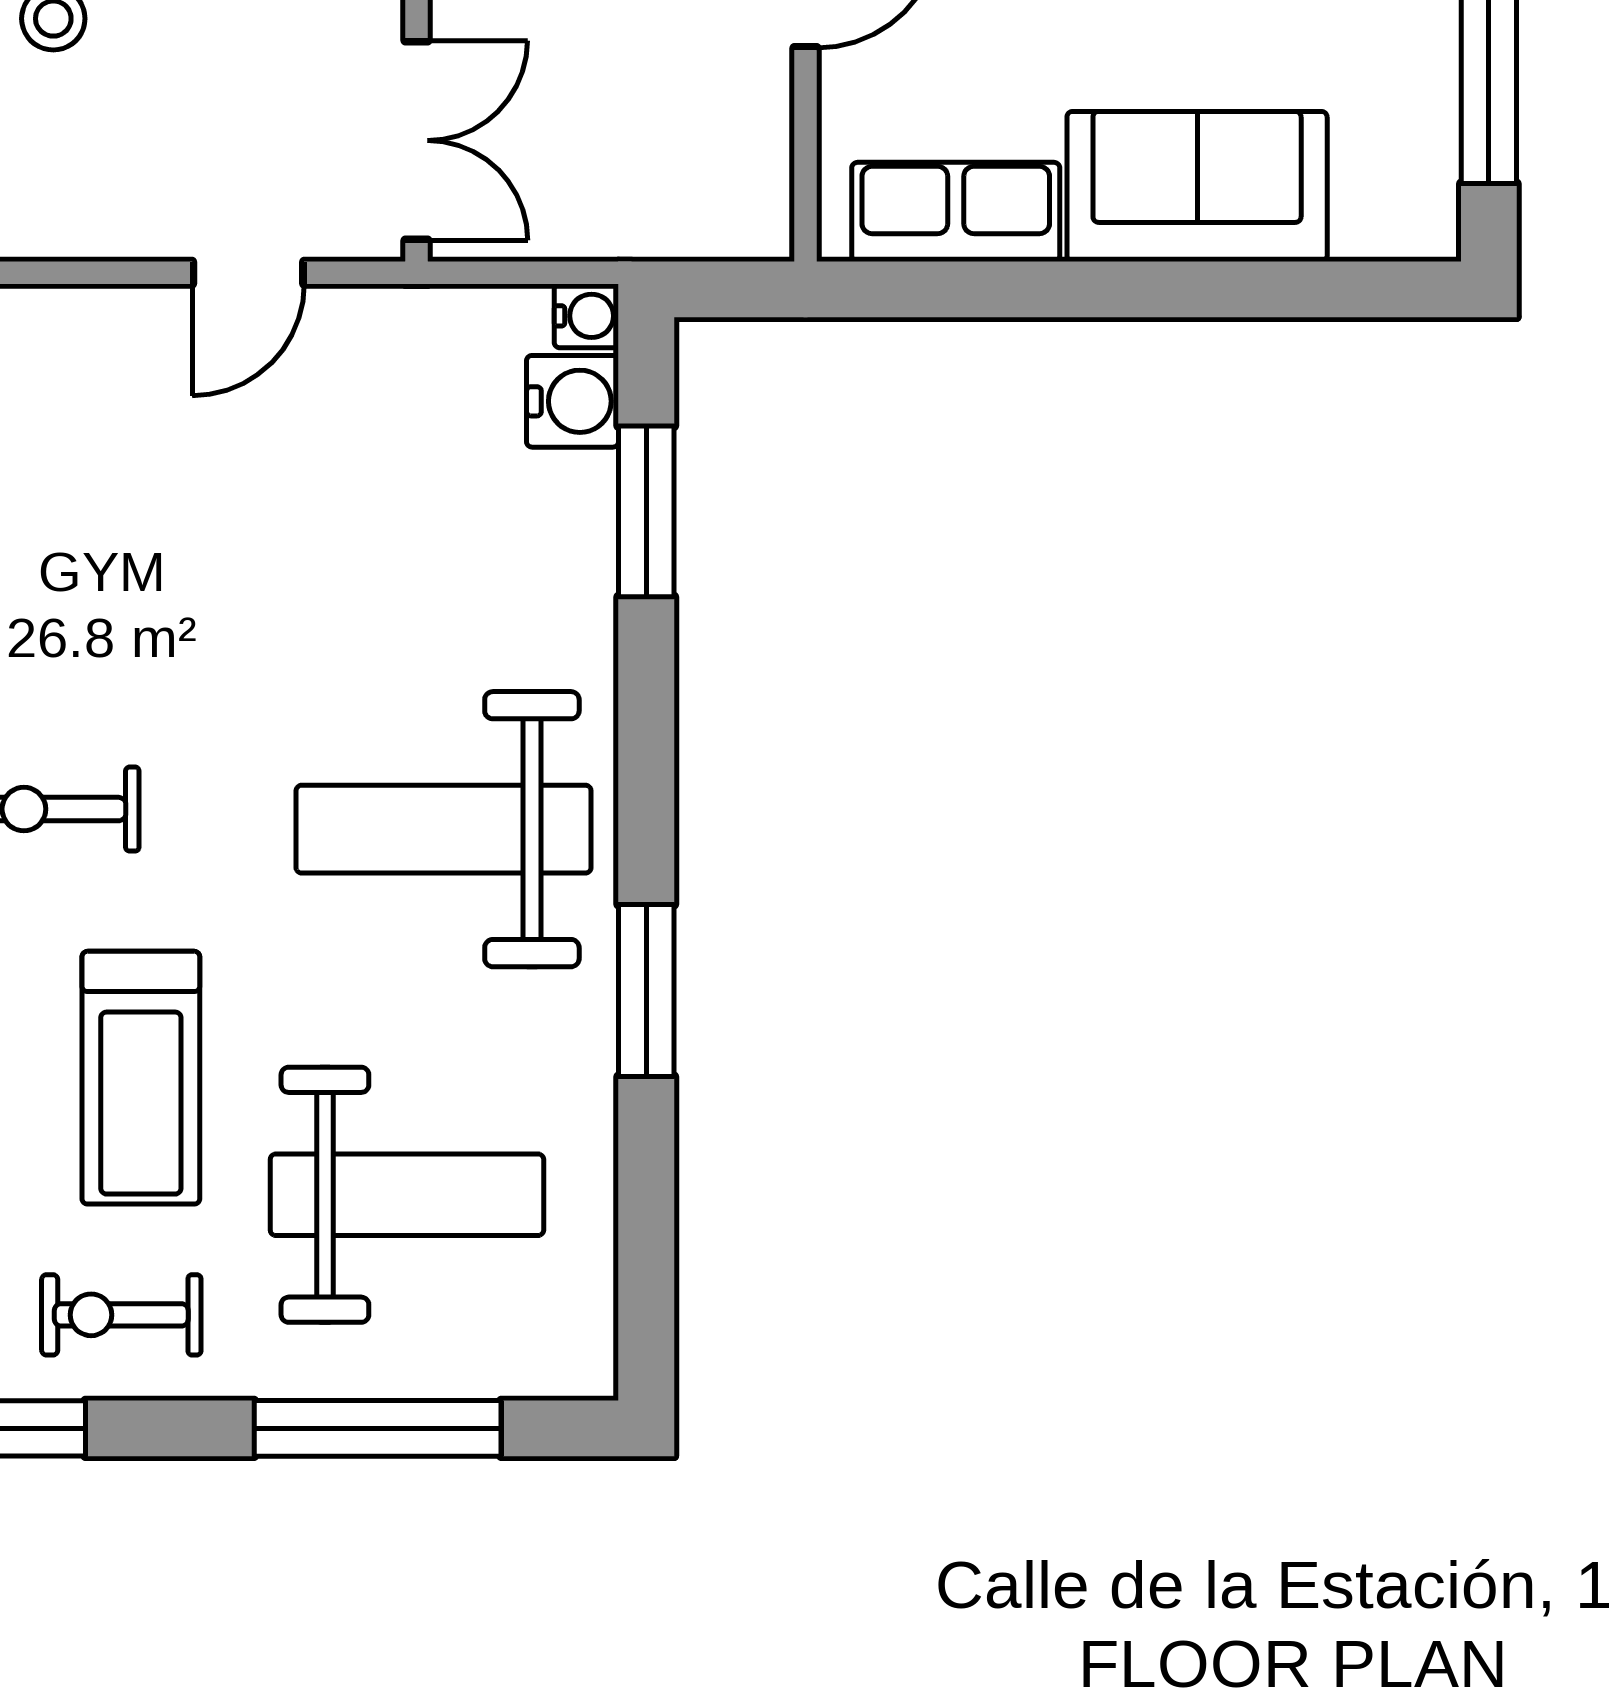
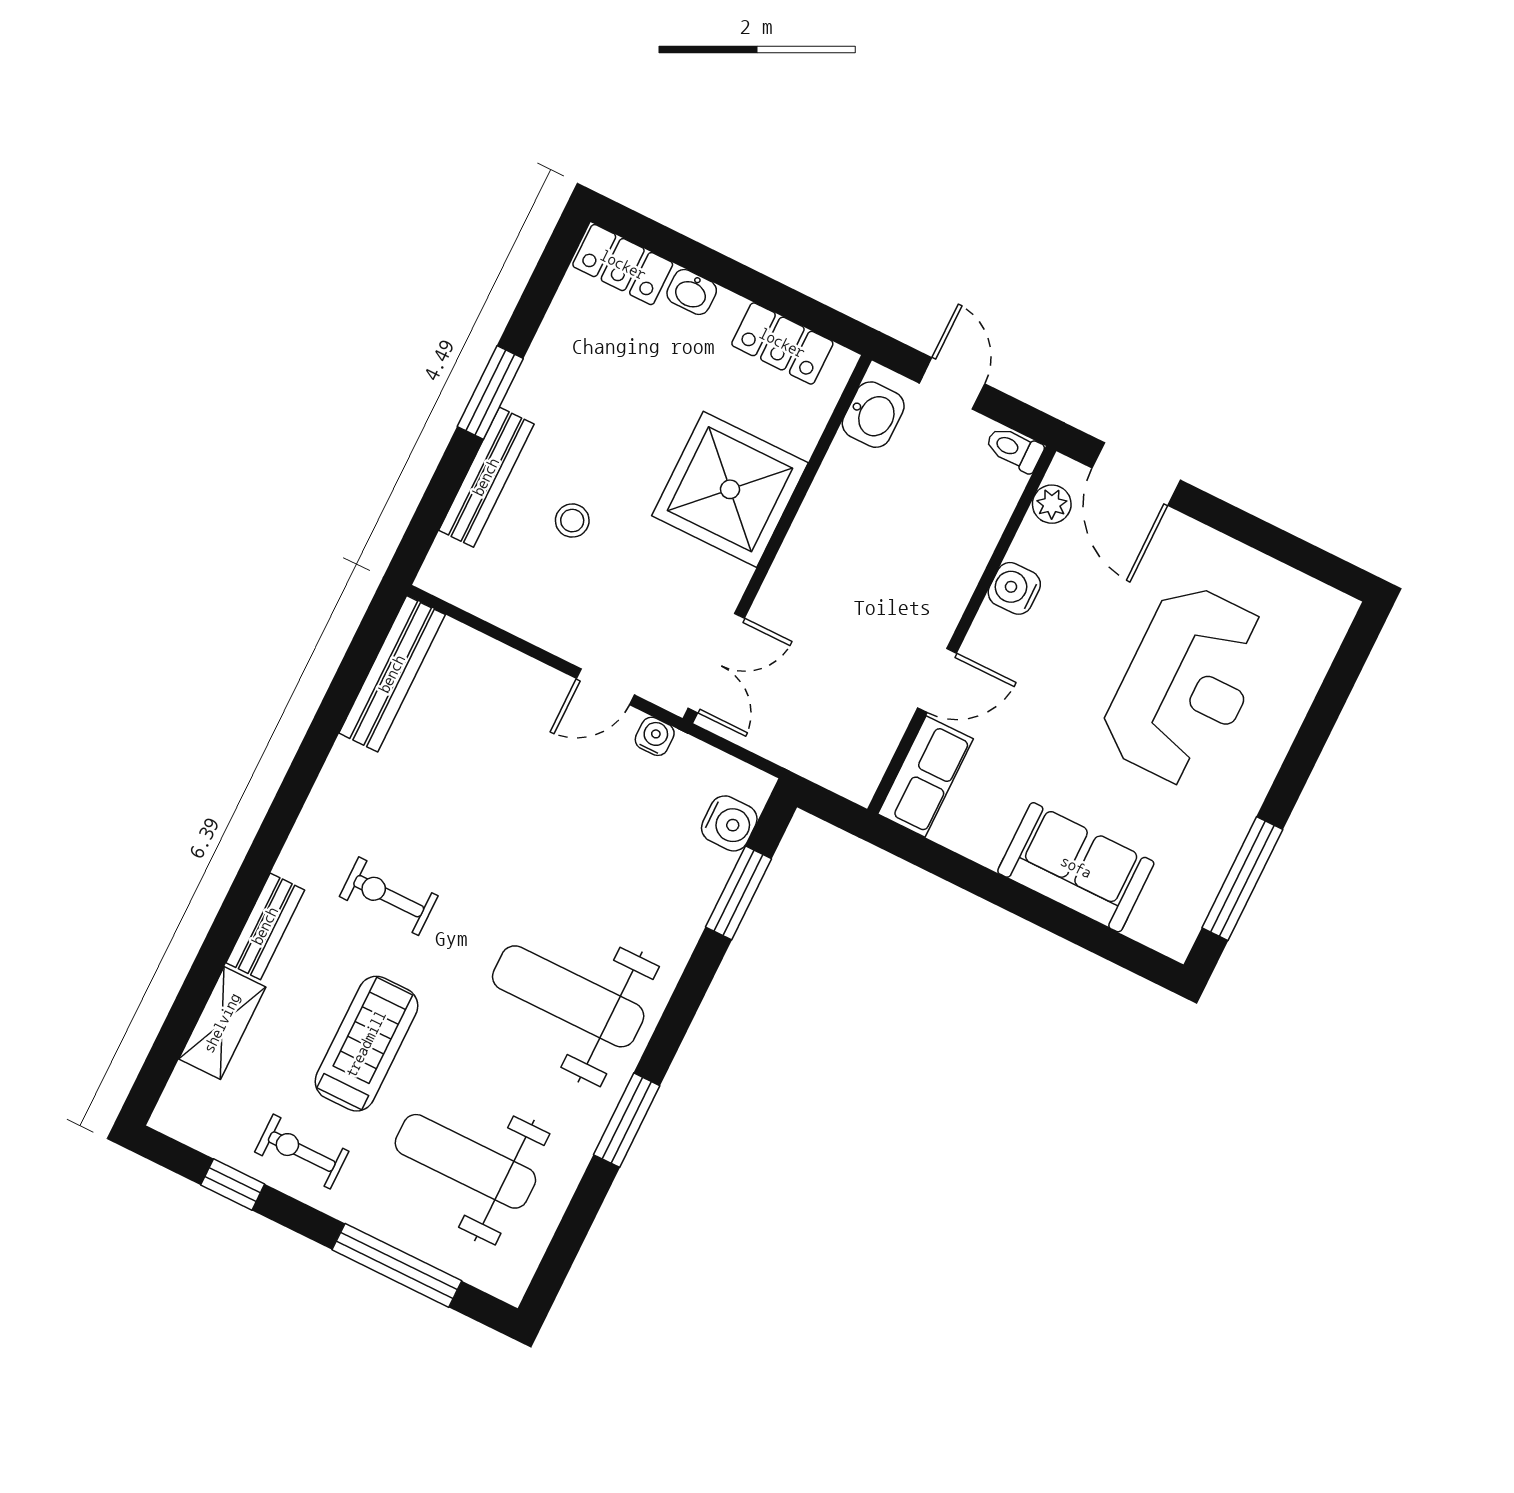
row of seats: (956, 212) -> (926, 776), moved, turned 90
water cooler: (586, 316) -> (655, 736), moved, turned -90
treadmill: (141, 1078) -> (366, 1044), turned 180
weight bench: (407, 1195) -> (465, 1161), turned 180

